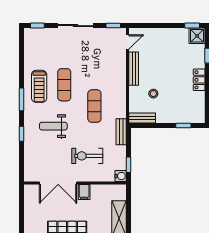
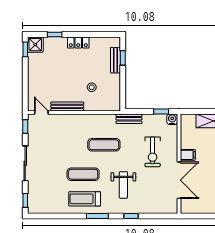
treadmill: (39, 86) -> (85, 199), turned 180
bench: (142, 118) -> (115, 60), moved

